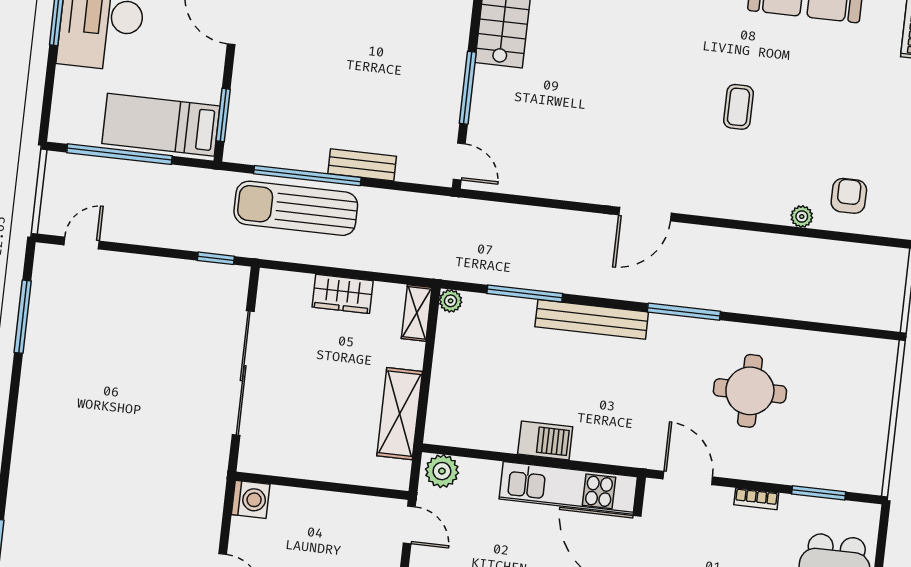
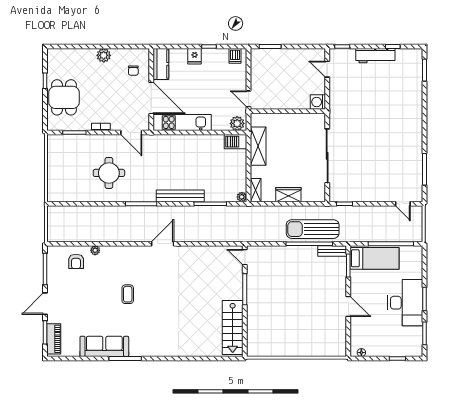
bench: (362, 165) -> (332, 251), moved
sun lounger: (296, 208) -> (313, 229), turned 180
door: (82, 243) -> (403, 204), hinge flipped
barbecue: (545, 440) -> (236, 142), moved

